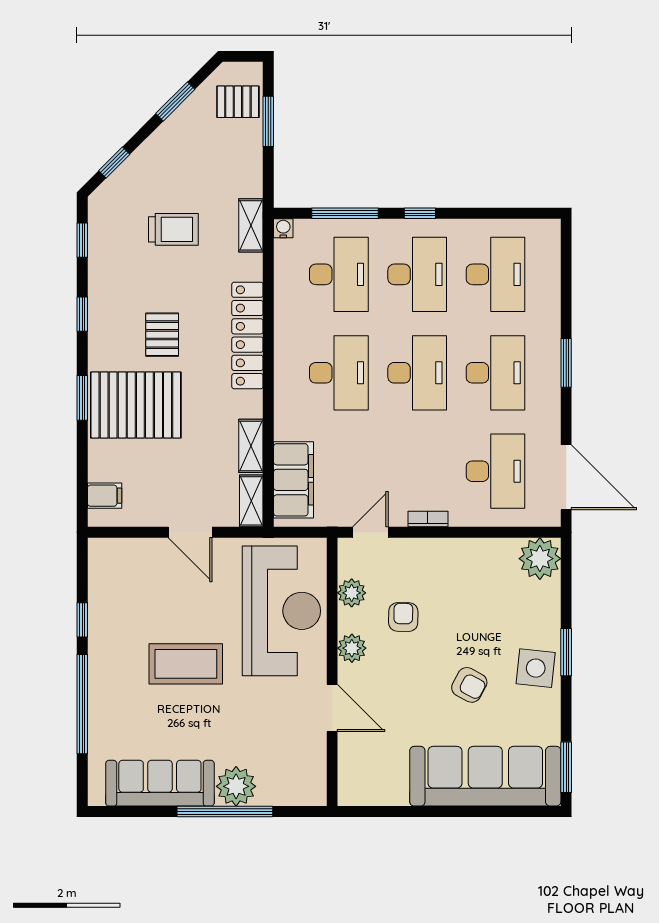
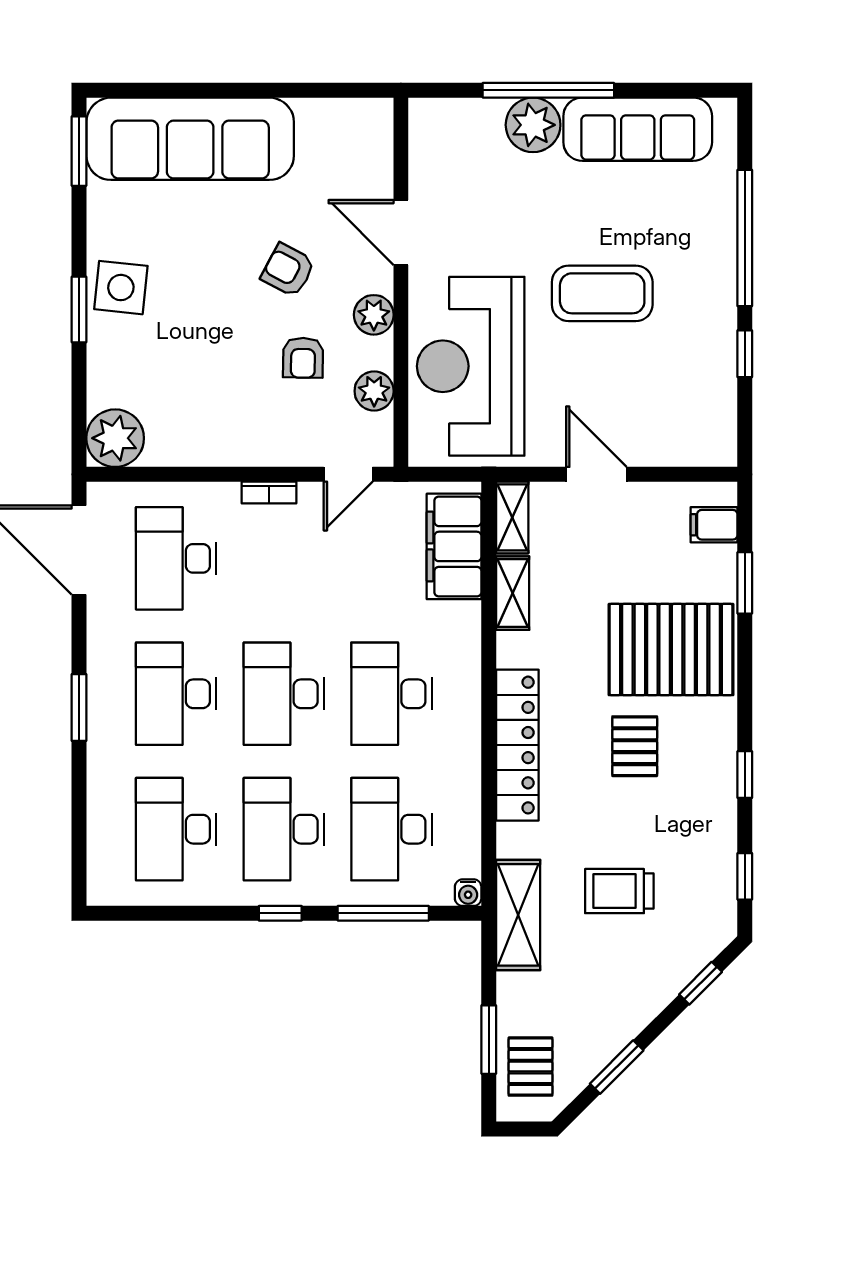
pallet: (238, 102) -> (530, 1067), turned 90
shelving: (251, 225) -> (518, 915), width x1.50, depth x1.33
window: (82, 398) -> (745, 583), moved
armchair: (469, 685) -> (288, 270), moved

